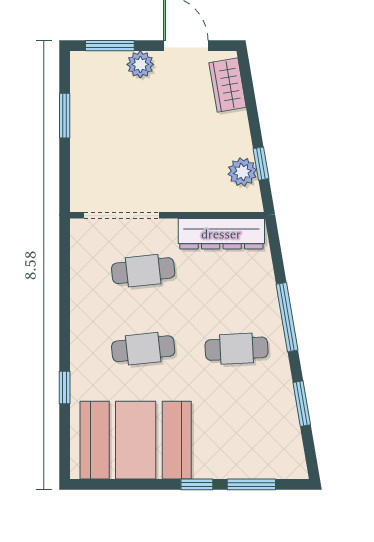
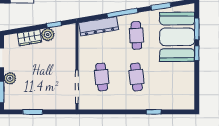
wardrobe: (228, 85) -> (29, 38), moved
plant: (242, 172) -> (48, 35), moved
dresser: (221, 234) -> (99, 26), moved, turned 80
booth: (136, 440) -> (177, 37), moved

